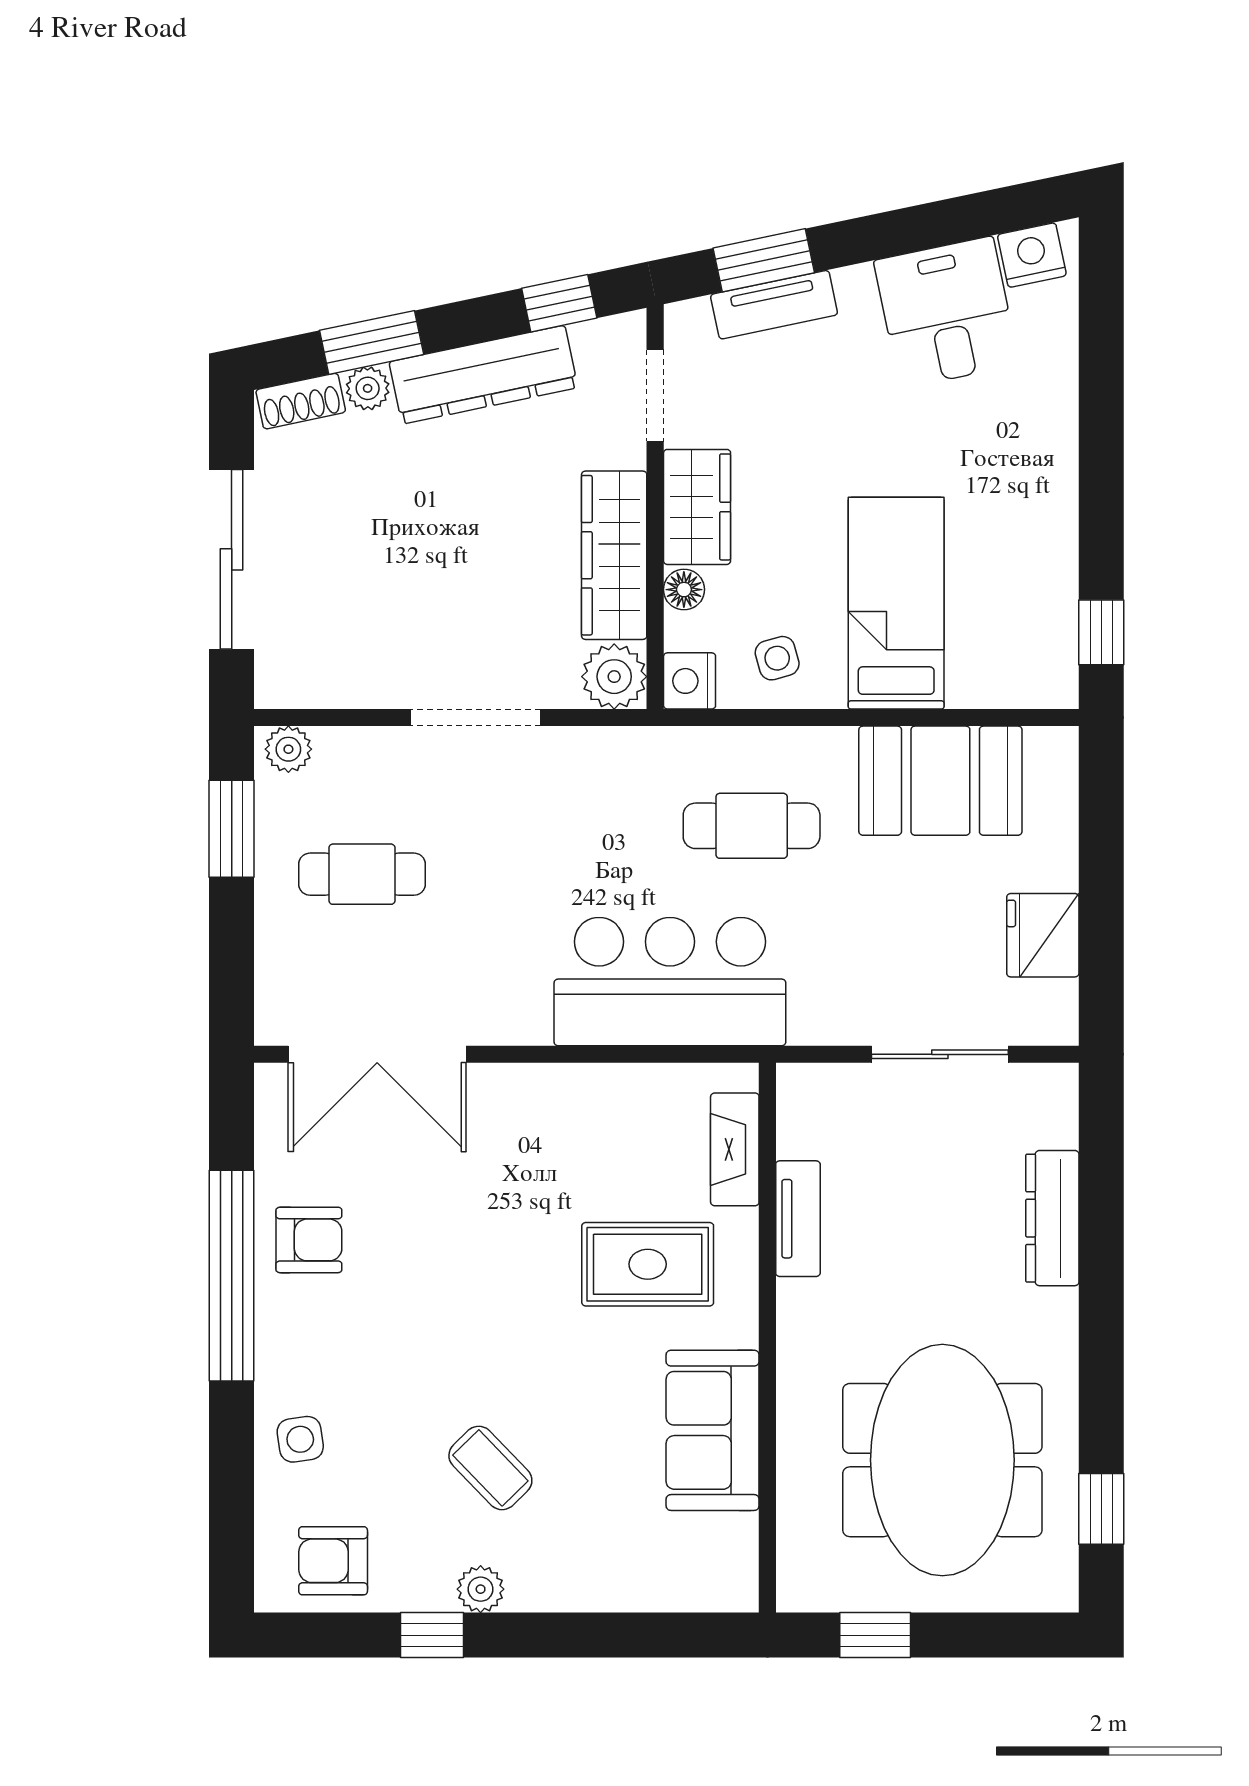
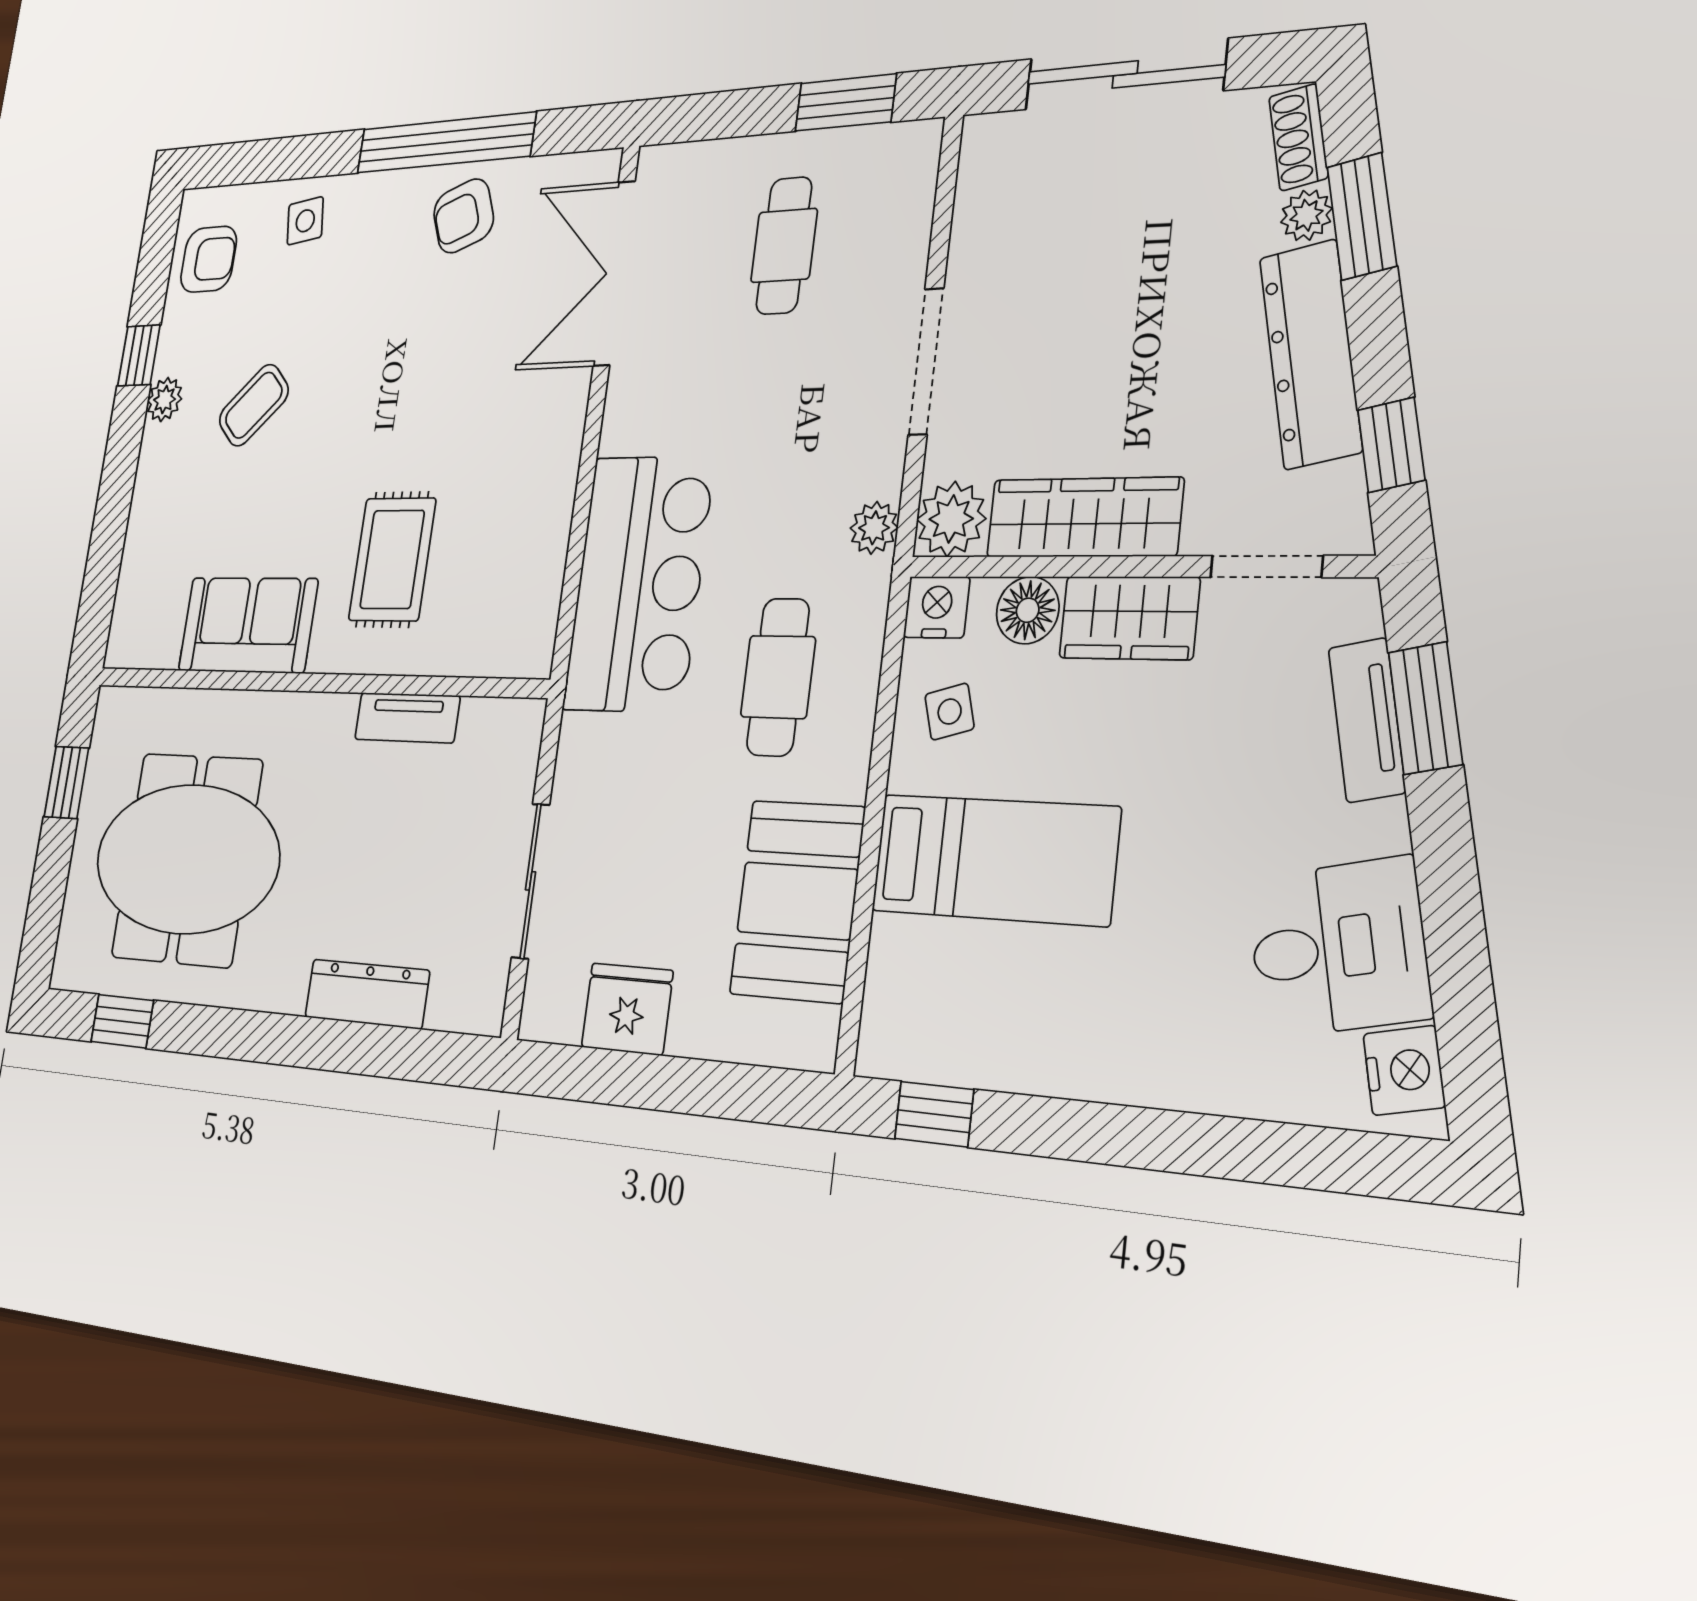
floor lamp: (684, 590) -> (1028, 610), width x1.37, depth x1.37
plant: (288, 749) -> (874, 528), moved
fireplace: (735, 1149) -> (477, 652), removed
armchair: (309, 1240) -> (464, 216), turned 69
armchair: (333, 1561) -> (209, 259), turned 90

